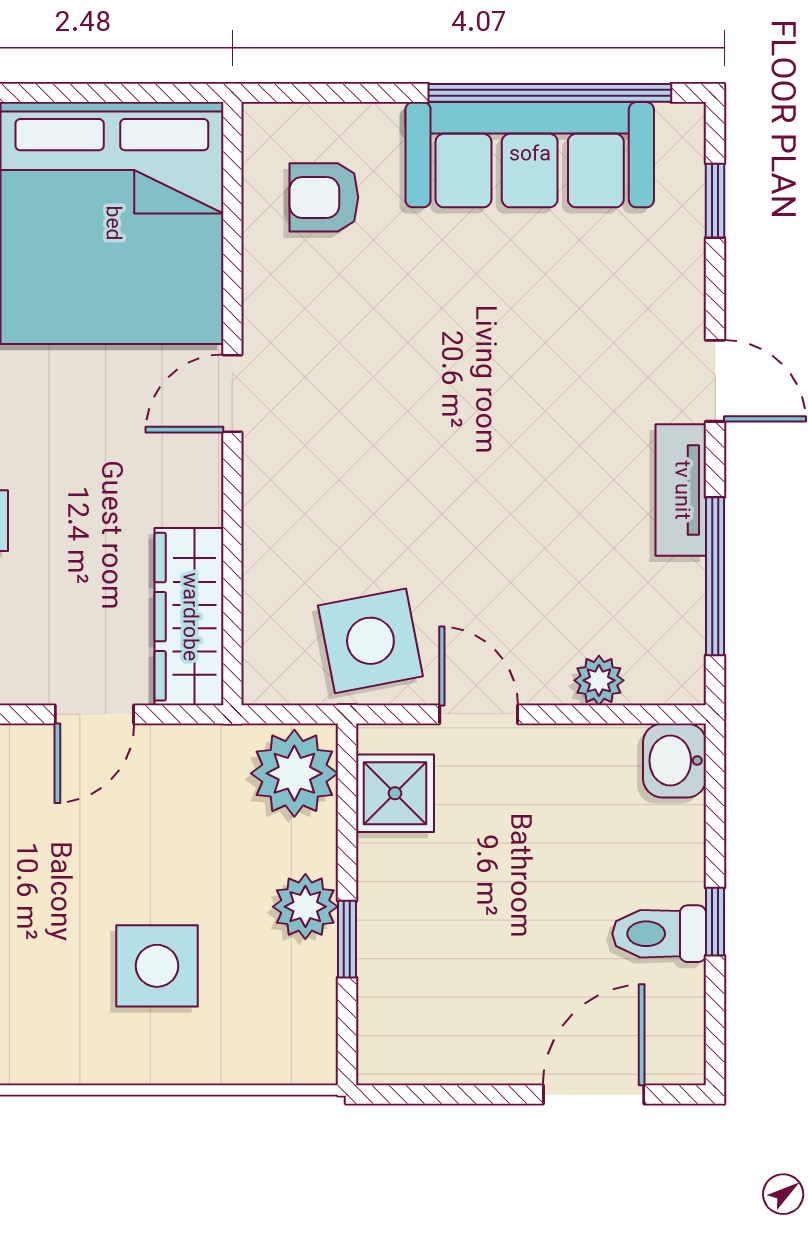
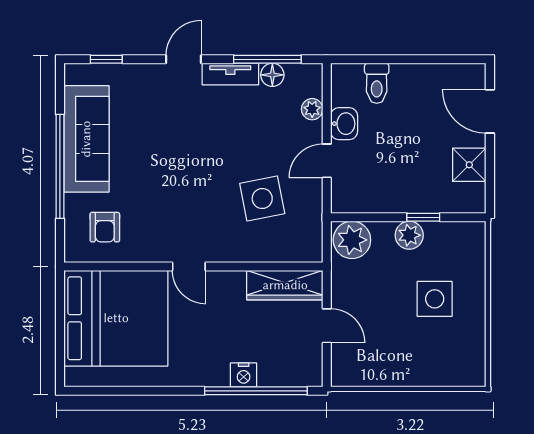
window: (550, 93) -> (60, 166), moved
floor lamp: (679, 588) -> (272, 75), added
side table: (370, 641) -> (262, 198), moved
washbasin: (675, 761) -> (344, 124), moved, turned -90
shower: (395, 793) -> (469, 165), moved
window: (715, 922) -> (416, 59), removed
toilet: (659, 934) -> (377, 83), moved

